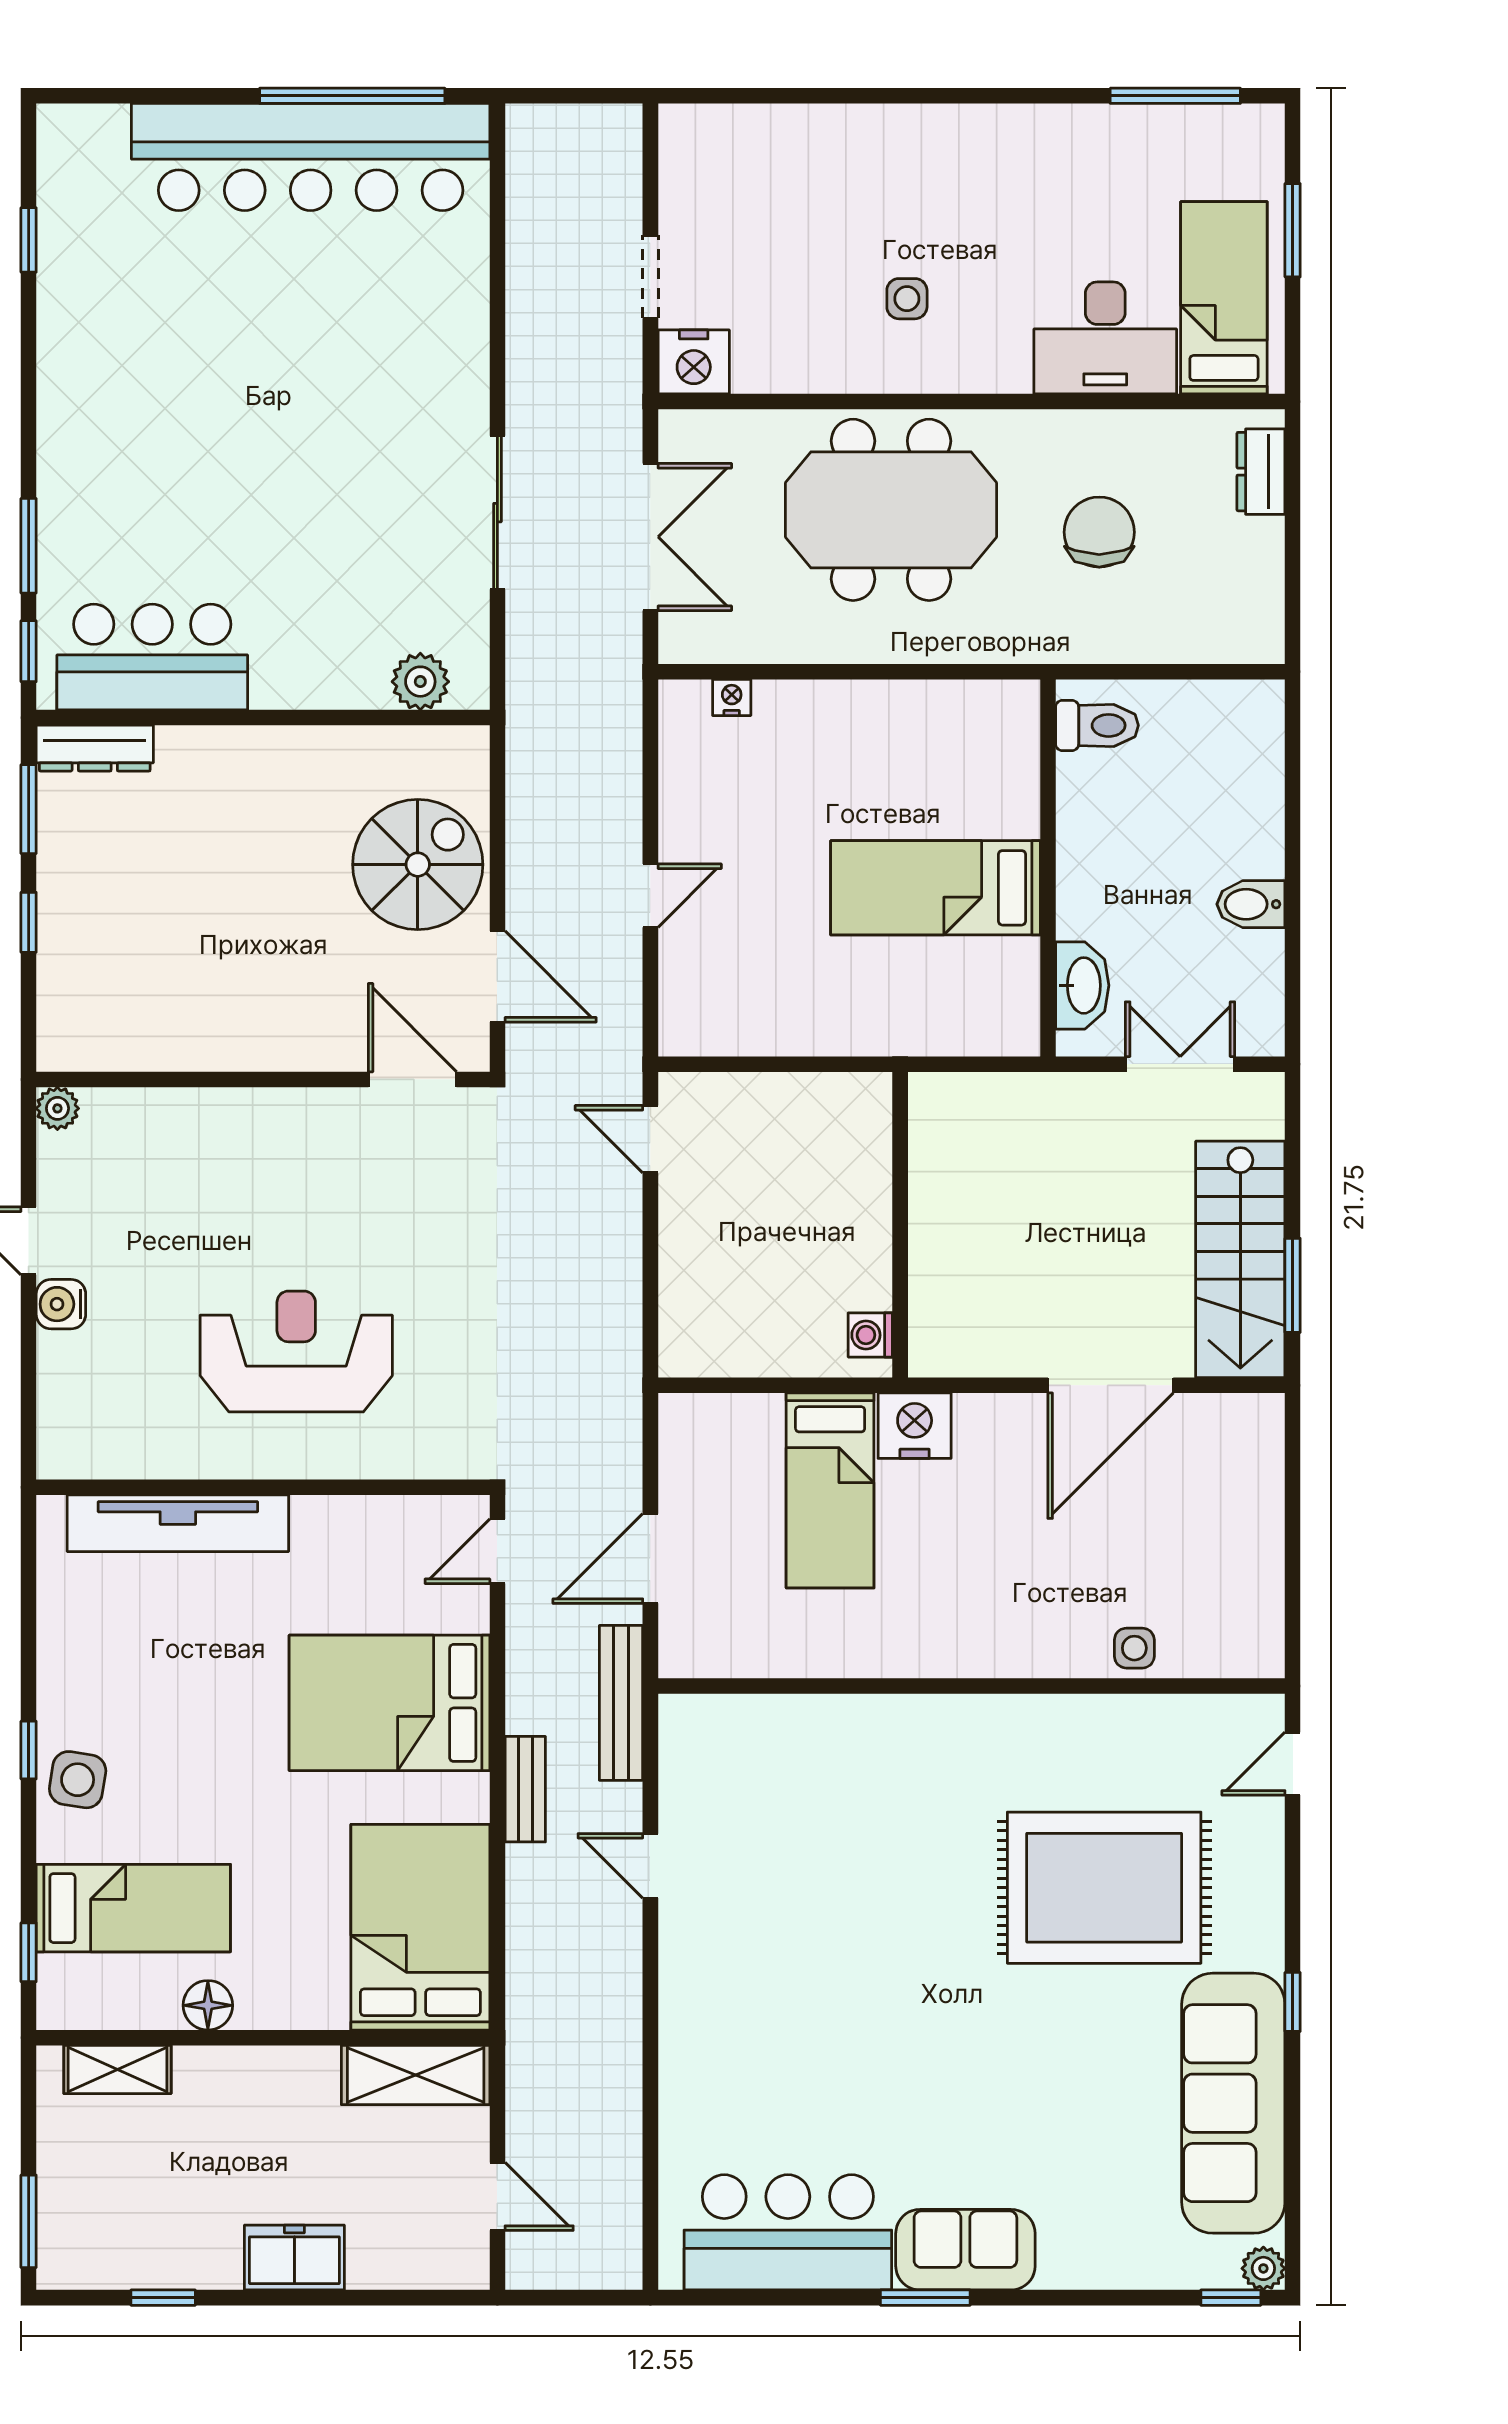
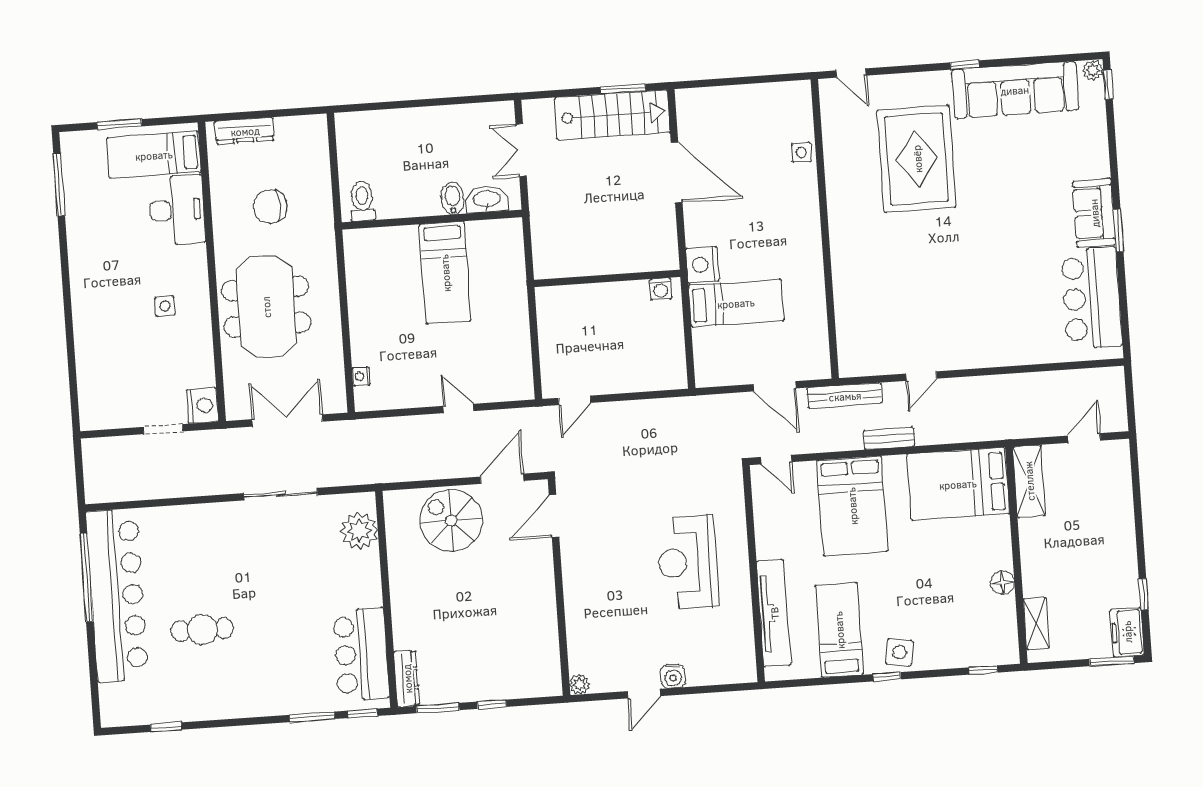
cafe table: (226, 330) -> (202, 630), added
dresser: (1261, 472) -> (245, 131), width x1.44
plant: (420, 682) -> (359, 531), width x1.36, depth x1.36
bidet: (1251, 904) -> (453, 198), moved, turned 180
bed: (133, 1908) -> (839, 630), moved
freezer: (294, 2258) -> (1127, 632), moved

